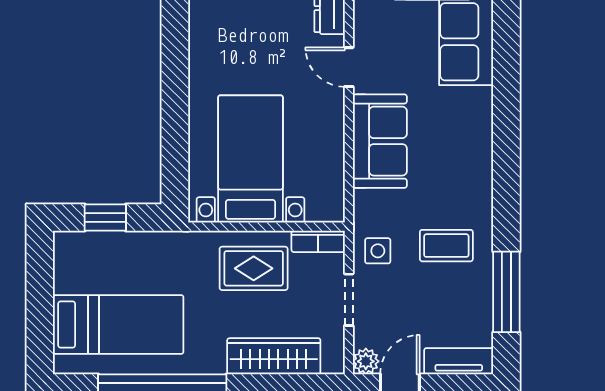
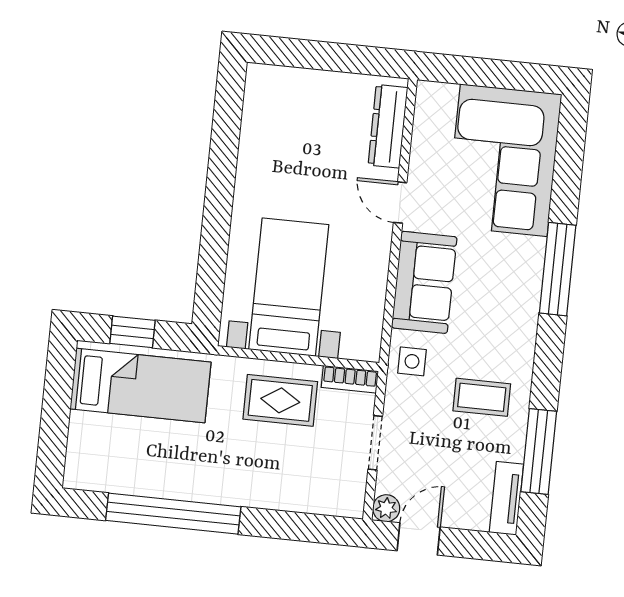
window: (506, 115) -> (558, 269), added
side table: (378, 251) -> (412, 361), moved
bed: (118, 325) -> (140, 386), moved
wardrobe: (274, 356) -> (292, 493), removed
tv unit: (459, 361) -> (506, 498), moved, turned -90

